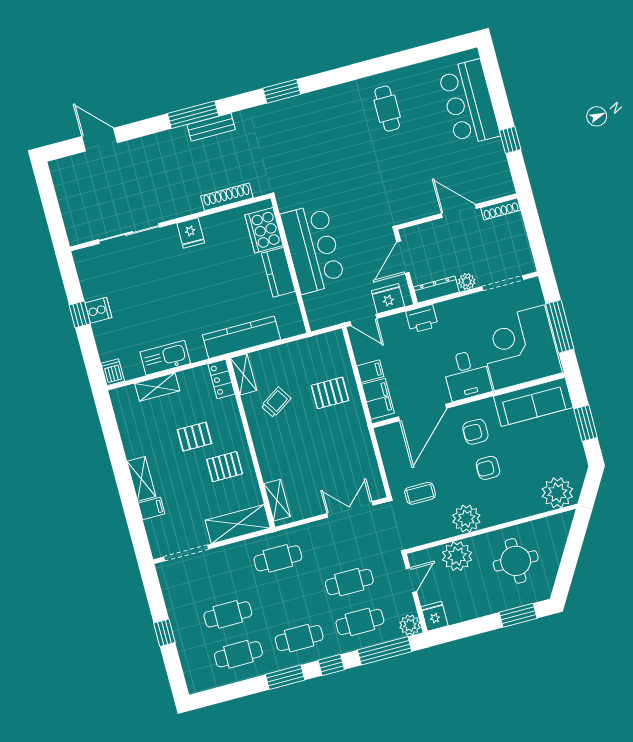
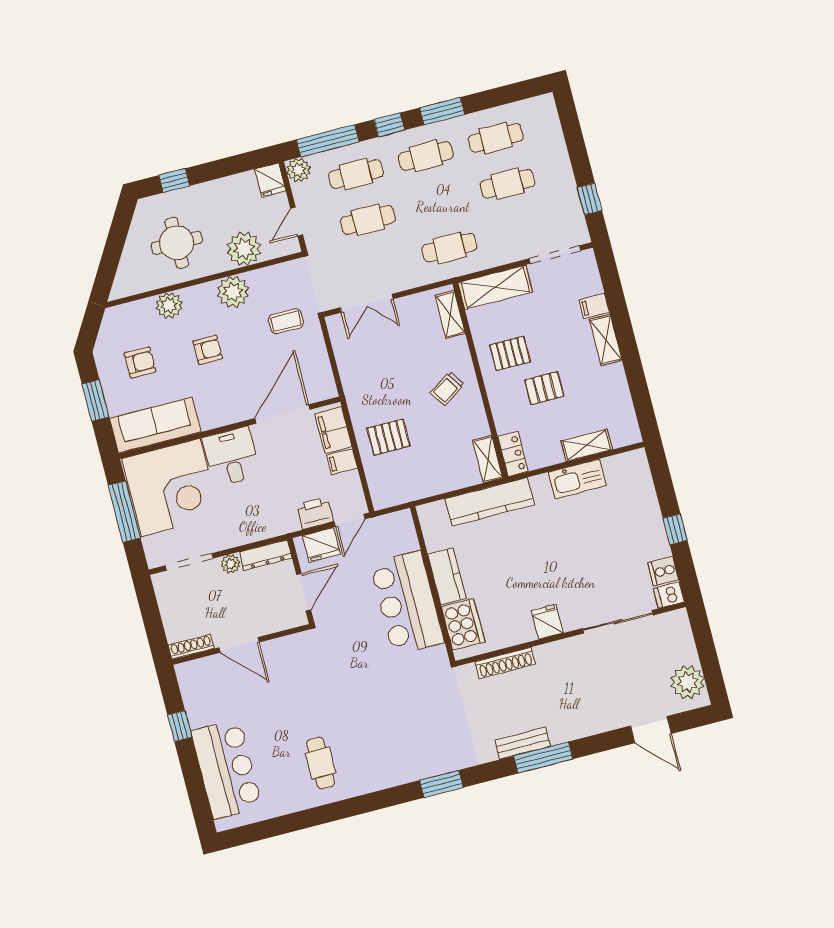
plant: (68, 181) -> (688, 682), added
cooker: (98, 310) -> (663, 571), moved
printer: (422, 319) -> (315, 513), moved
door: (363, 320) -> (350, 520), swing flipped
dishwasher: (113, 372) -> (669, 595), moved, turned 90
trolley: (276, 402) -> (447, 389), moved
armchair: (475, 432) -> (140, 362), moved
plant: (557, 493) -> (169, 305), moved, width x0.73, depth x0.73
window: (518, 615) -> (174, 180), width x0.67
window: (164, 633) -> (590, 199), moved

